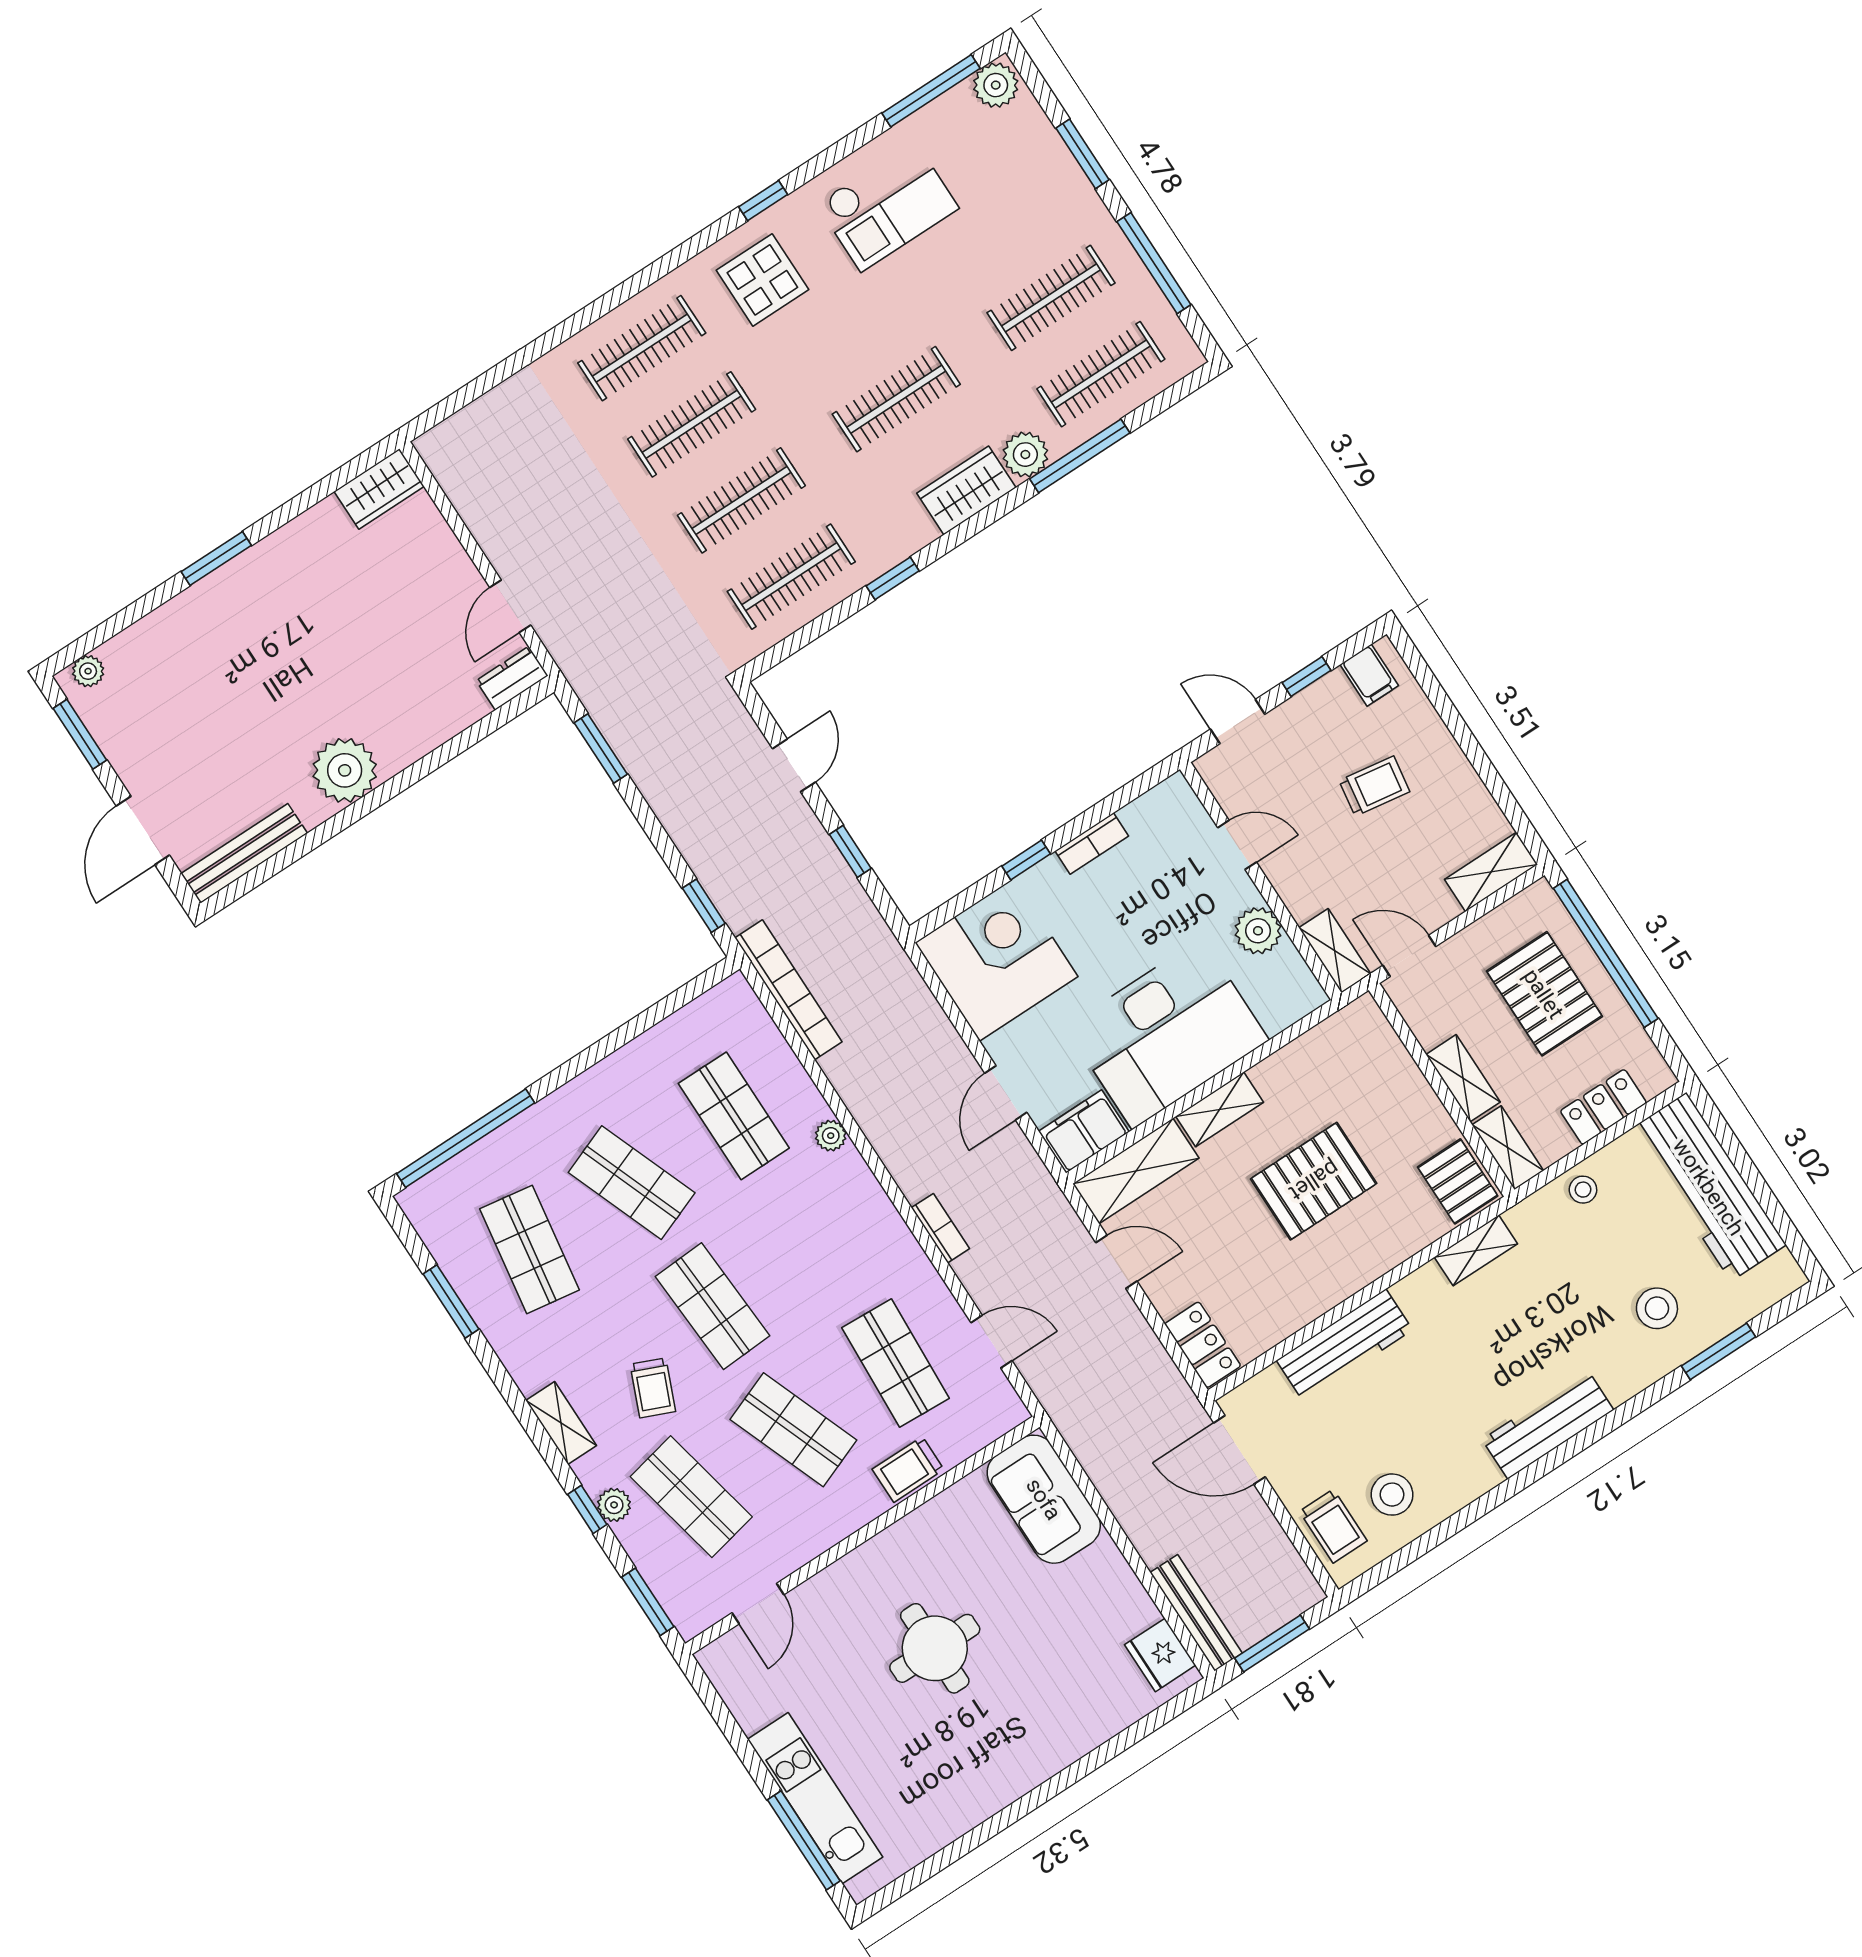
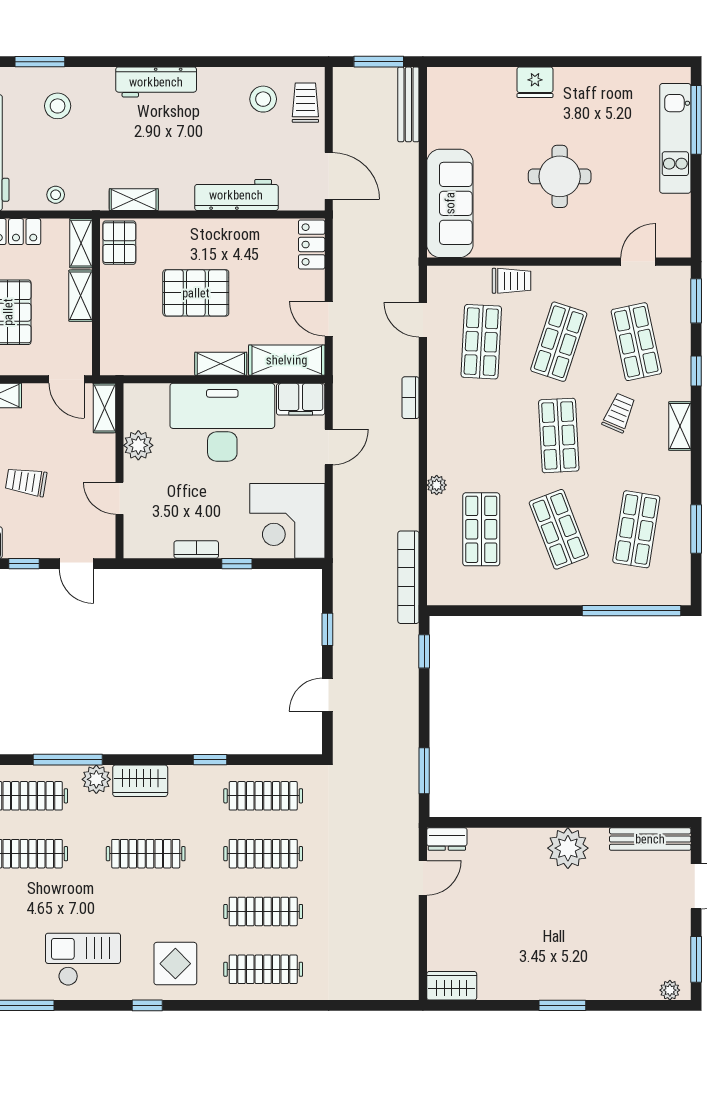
shop shelf: (793, 1430) -> (559, 342), turned 39
sofa: (1044, 1499) -> (450, 203), width x1.36
plant: (614, 1505) -> (680, 364), removed
fridge: (1160, 1655) -> (535, 82), moved, turned 90

